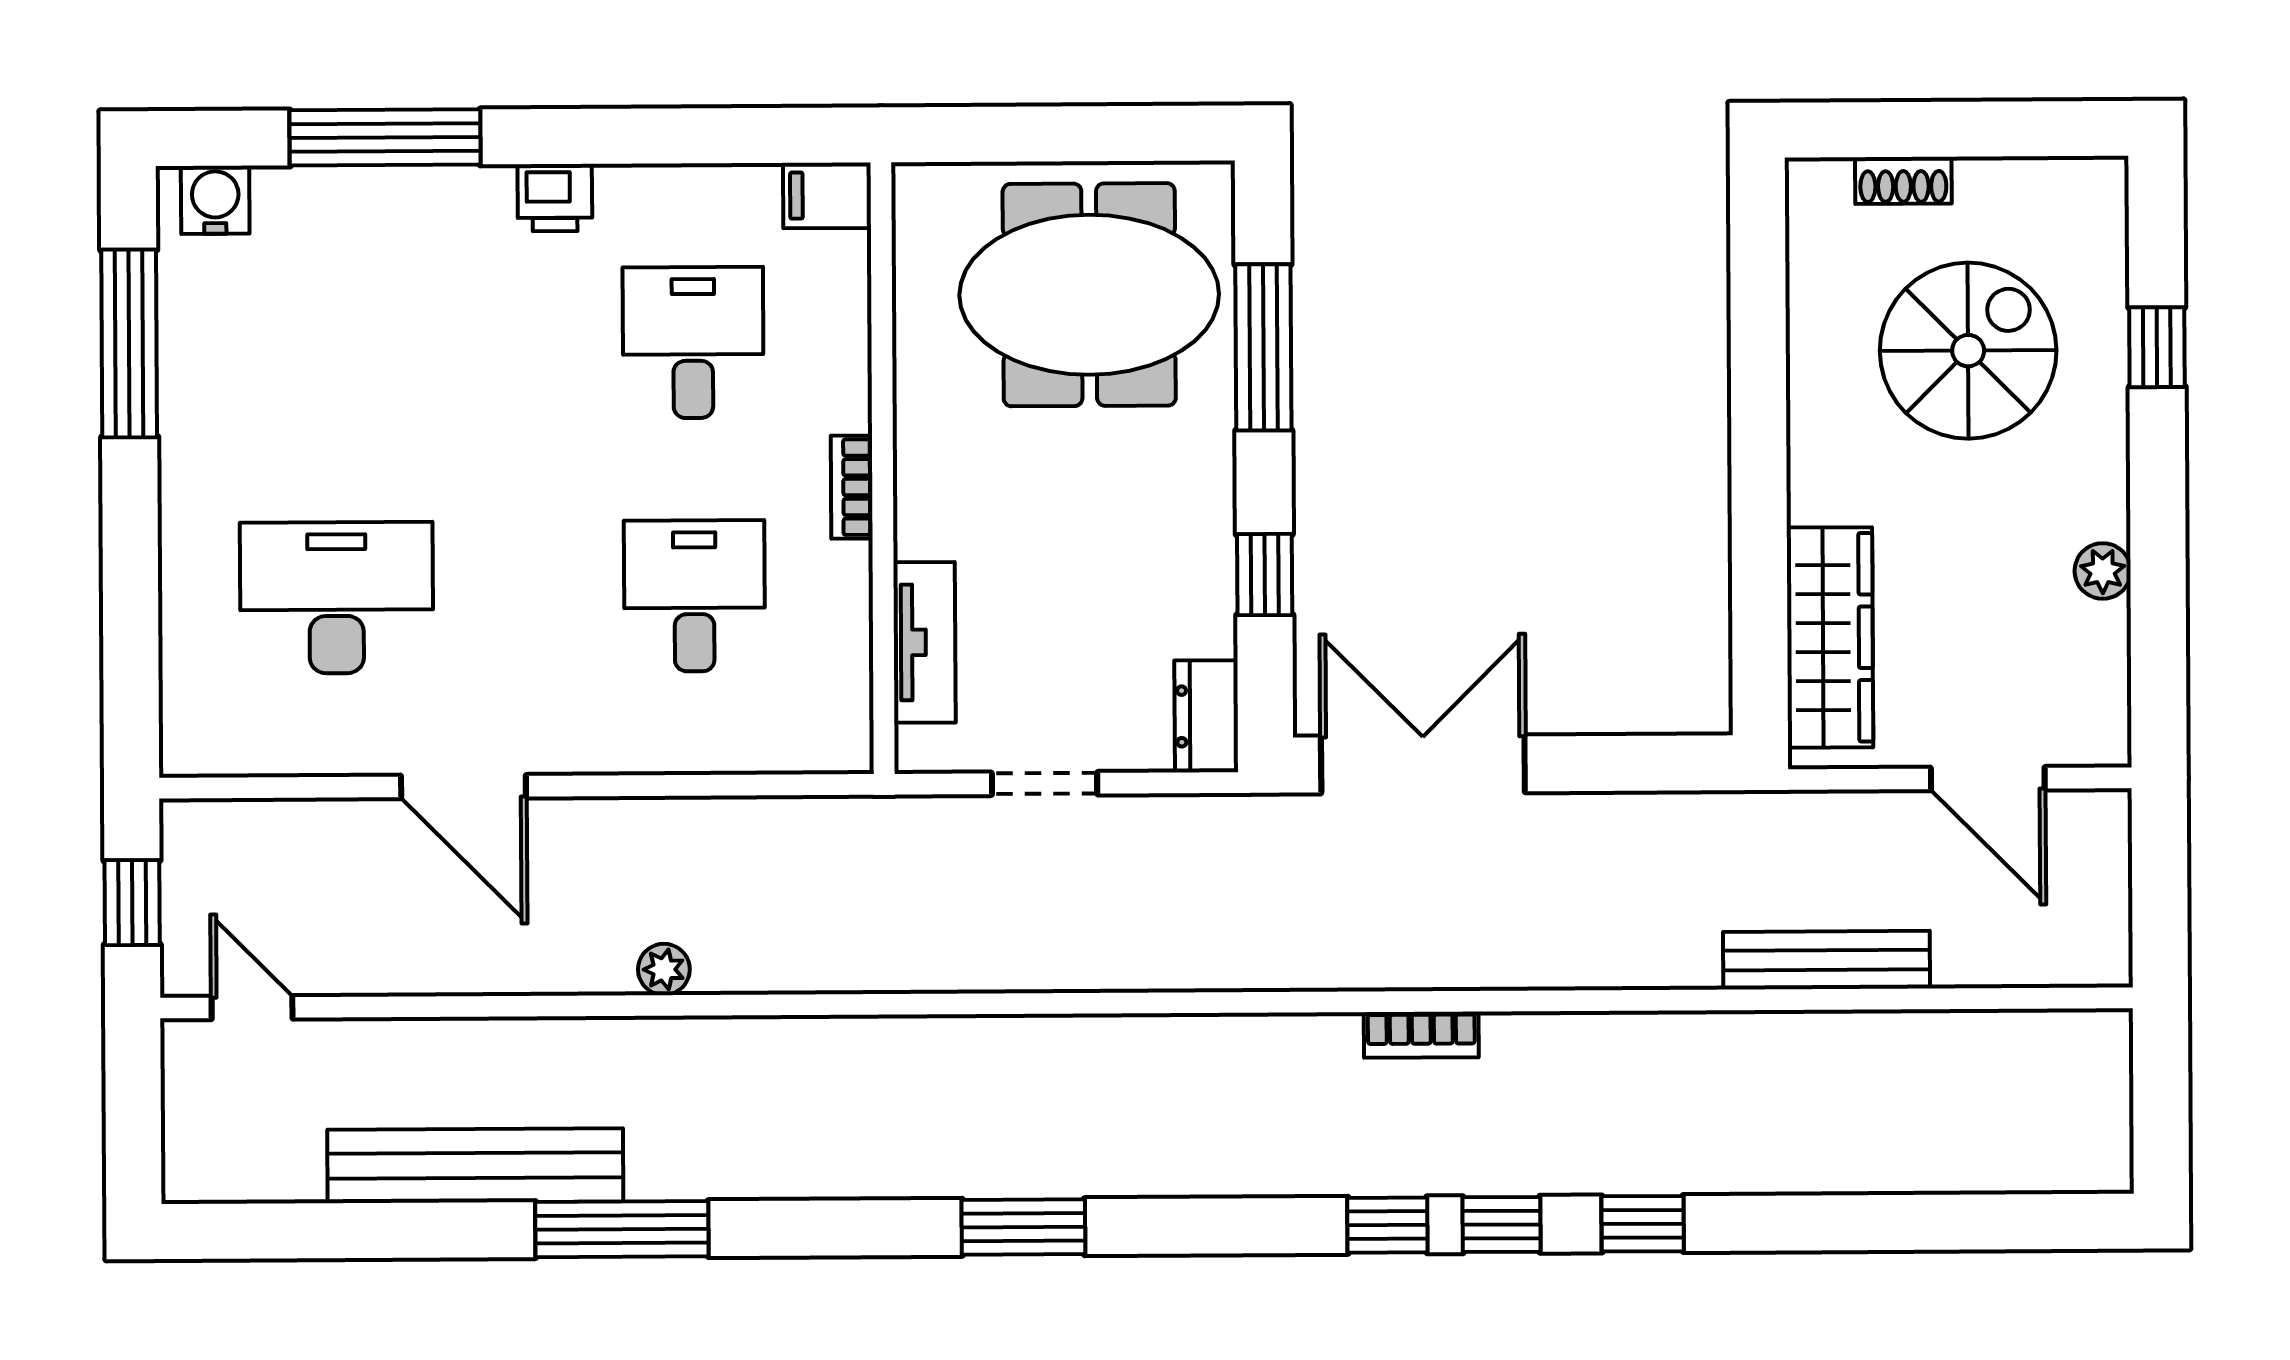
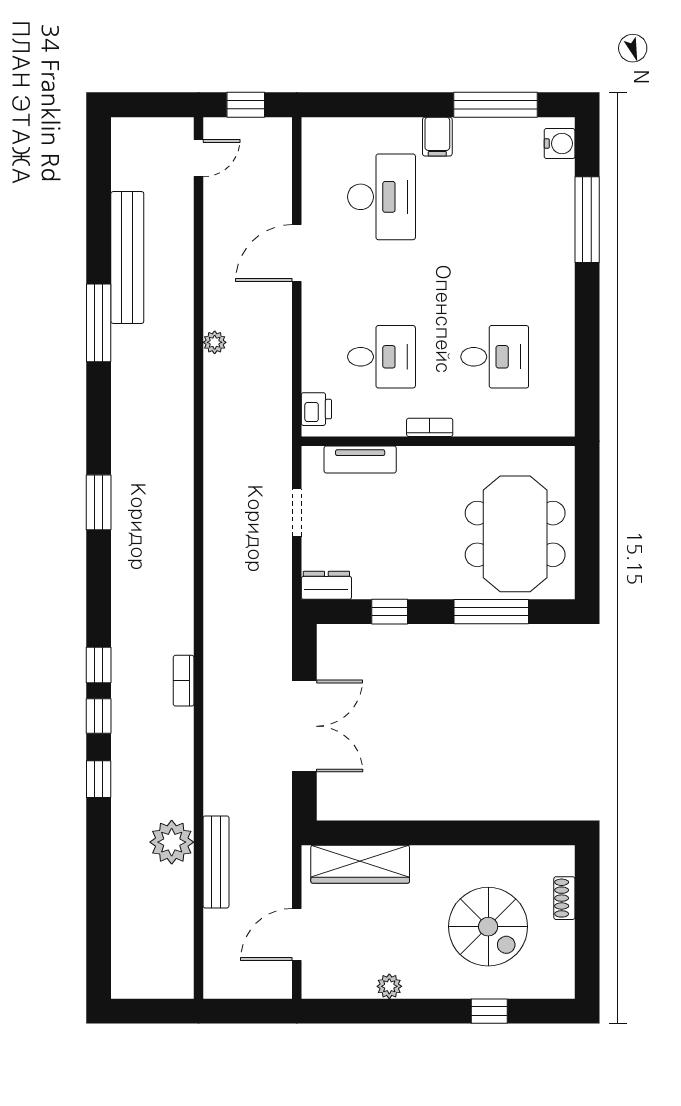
filing cabinet: (827, 195) -> (437, 137), moved, turned 180
printer: (555, 198) -> (316, 409), moved, turned 180
double door: (1423, 764) -> (304, 726), moved
plant: (1783, 1059) -> (172, 842), added

